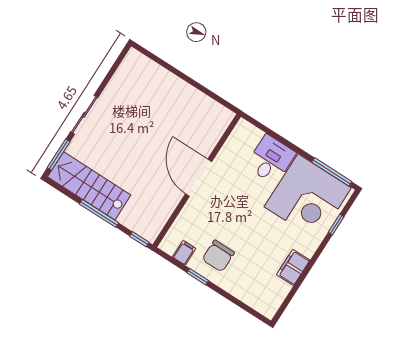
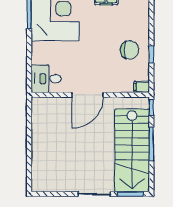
desk: (271, 159) -> (46, 79), moved
stairs: (89, 186) -> (132, 150), width x1.36, depth x1.51
filing cabinet: (184, 253) -> (142, 87), moved

